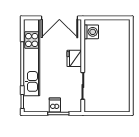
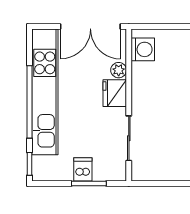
plant: (77, 44) -> (119, 70), added

